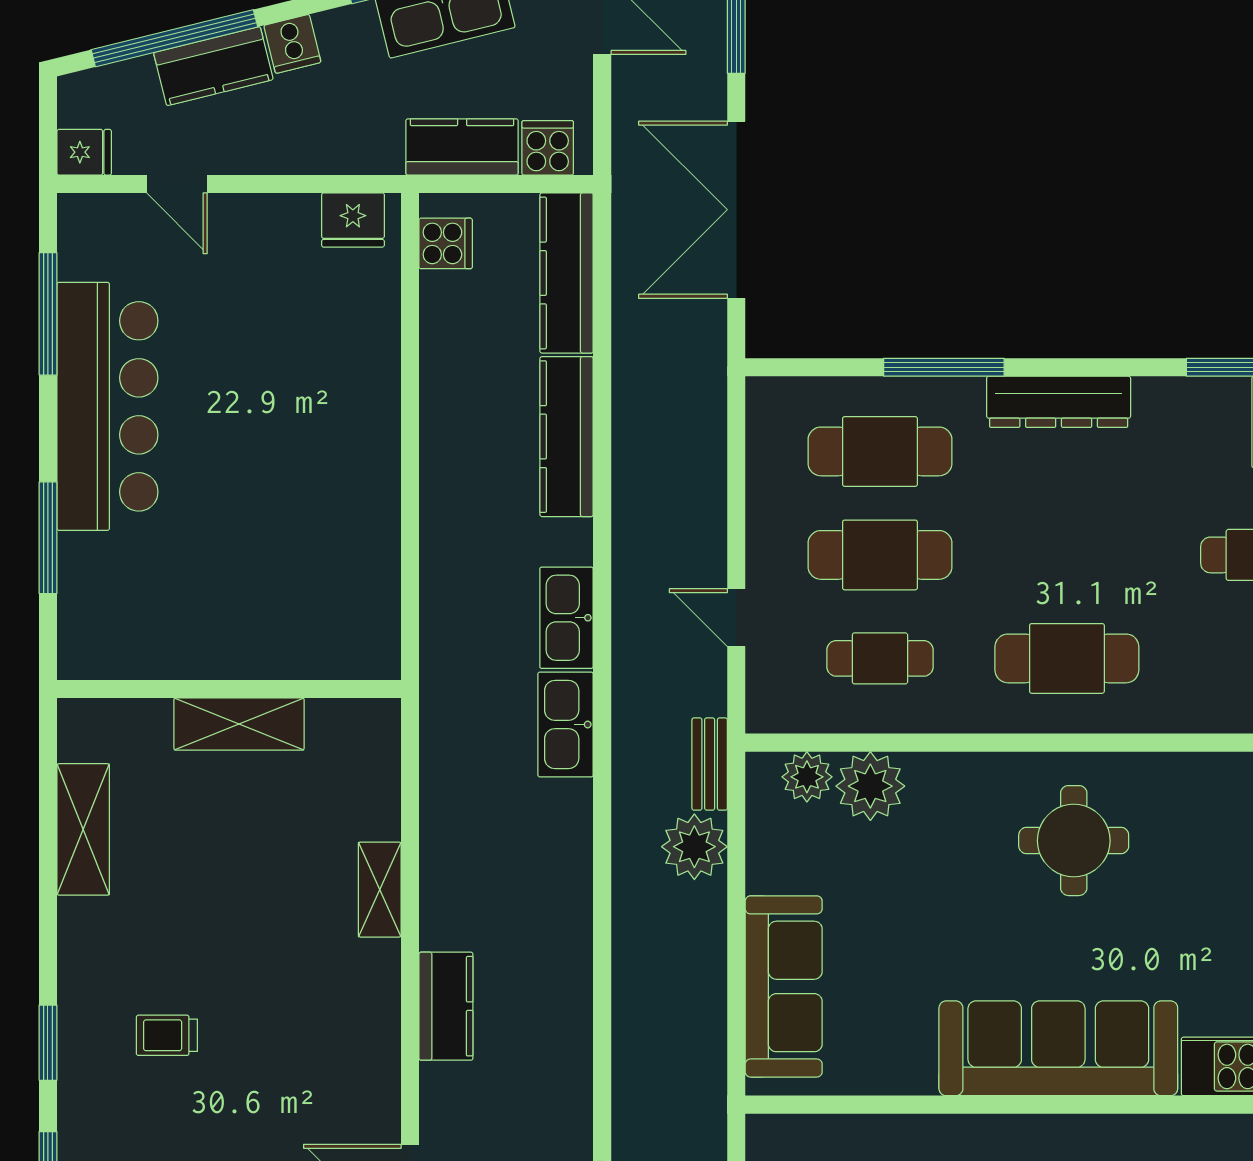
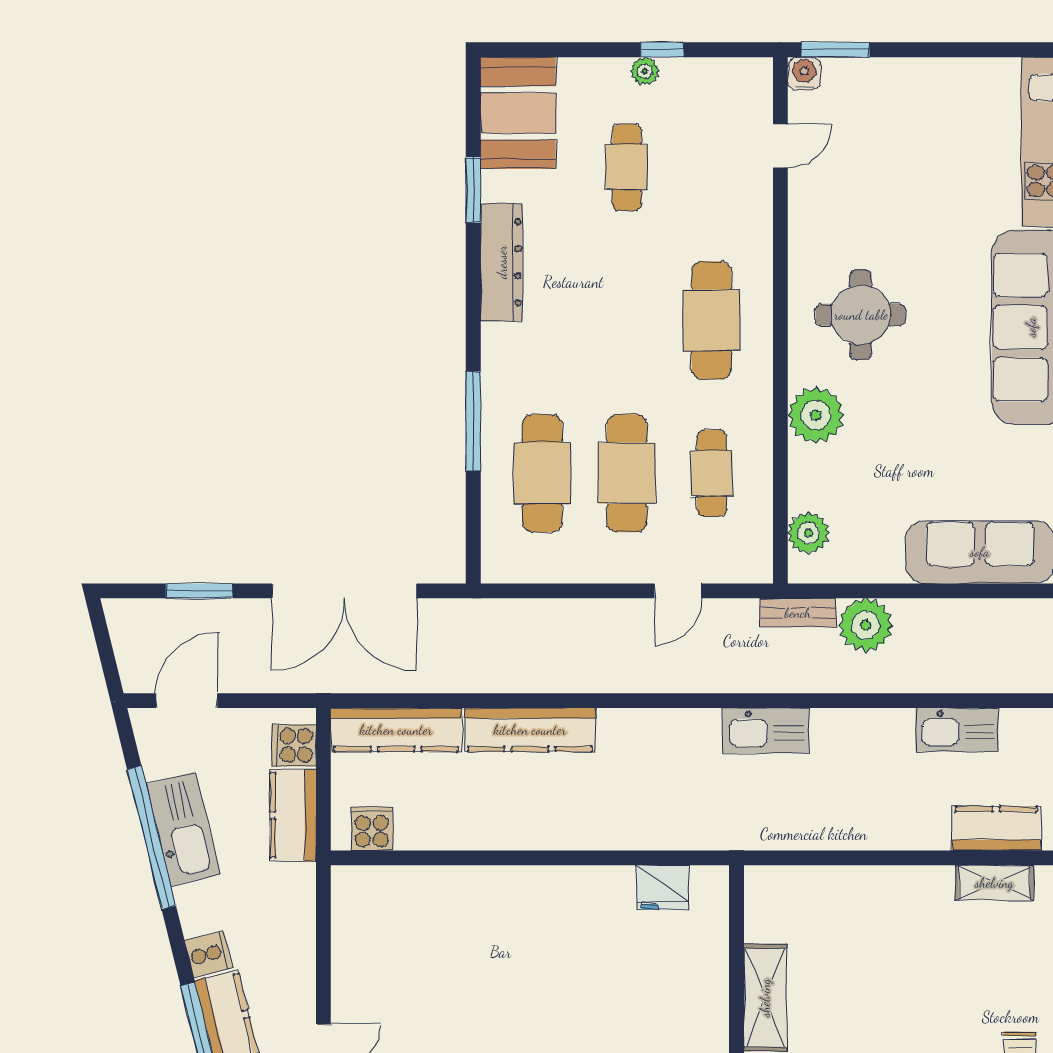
fridge: (353, 220) -> (663, 887), moved, turned 90
dresser: (1059, 402) -> (502, 262), moved
kitchen sink: (566, 618) -> (957, 730), moved
plant: (870, 786) -> (816, 415), moved
shelving: (380, 890) -> (994, 883), moved

